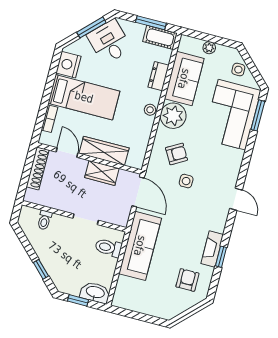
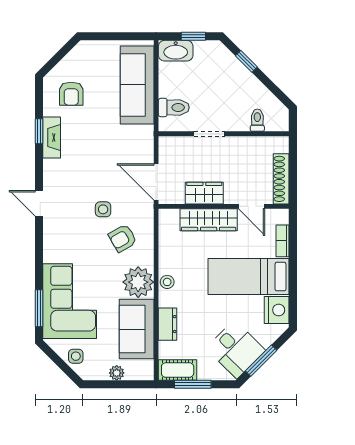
sofa: (140, 246) -> (137, 85), moved

